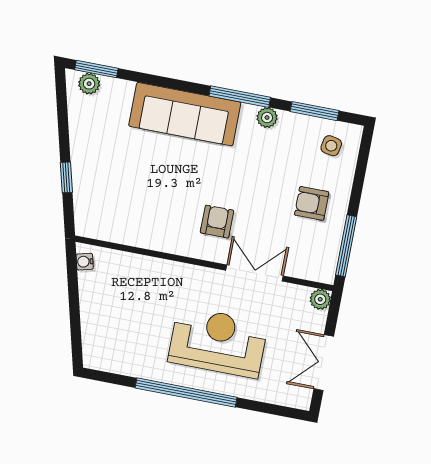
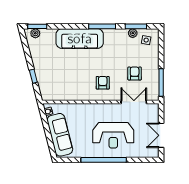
plant: (267, 118) -> (133, 33), moved
armchair: (312, 203) -> (135, 73), moved, turned 90
double door: (254, 273) -> (134, 102), moved
plant: (320, 299) -> (154, 108), removed
sofa: (100, 318) -> (60, 135), added
reception desk: (218, 342) -> (113, 135), turned 180

